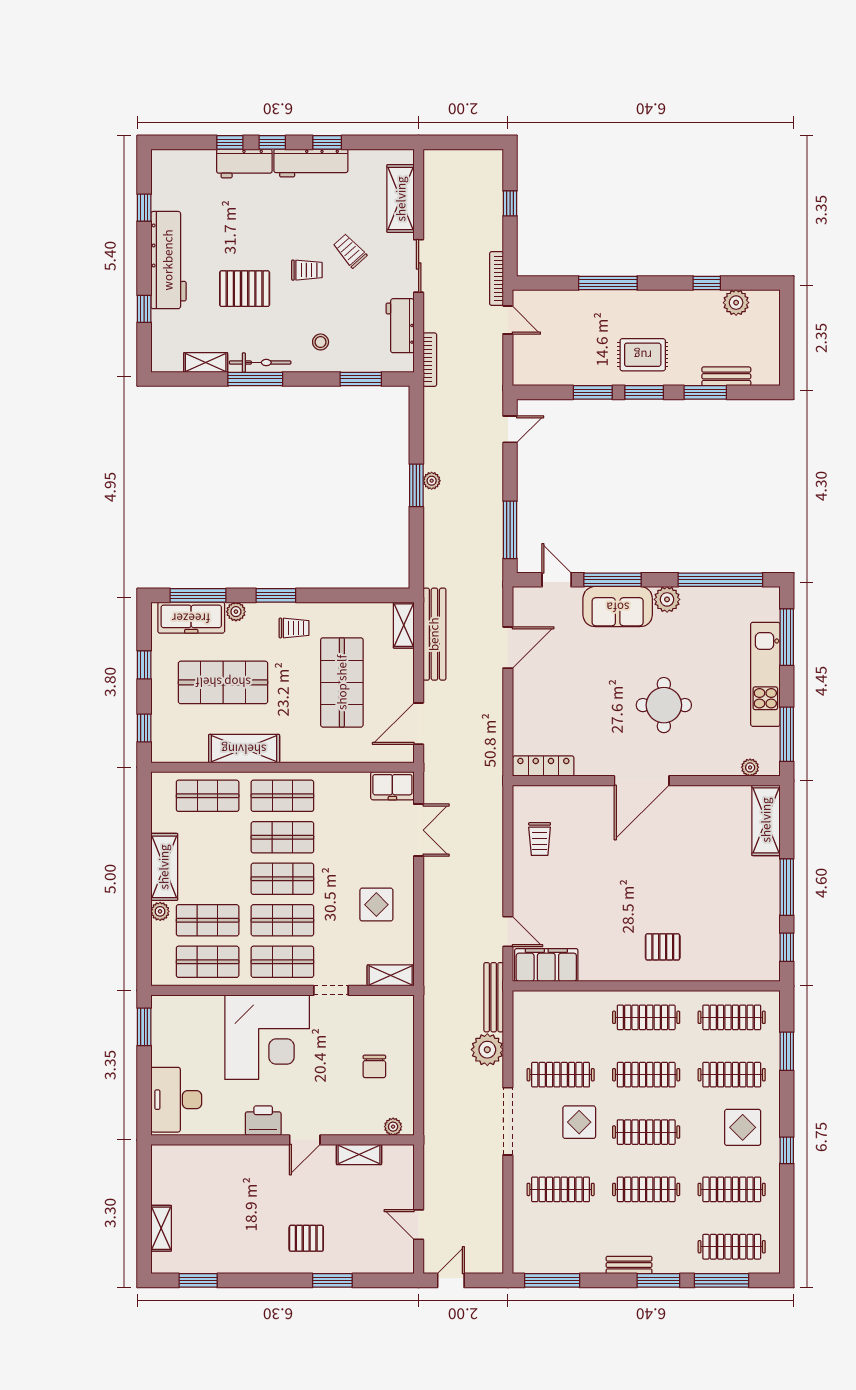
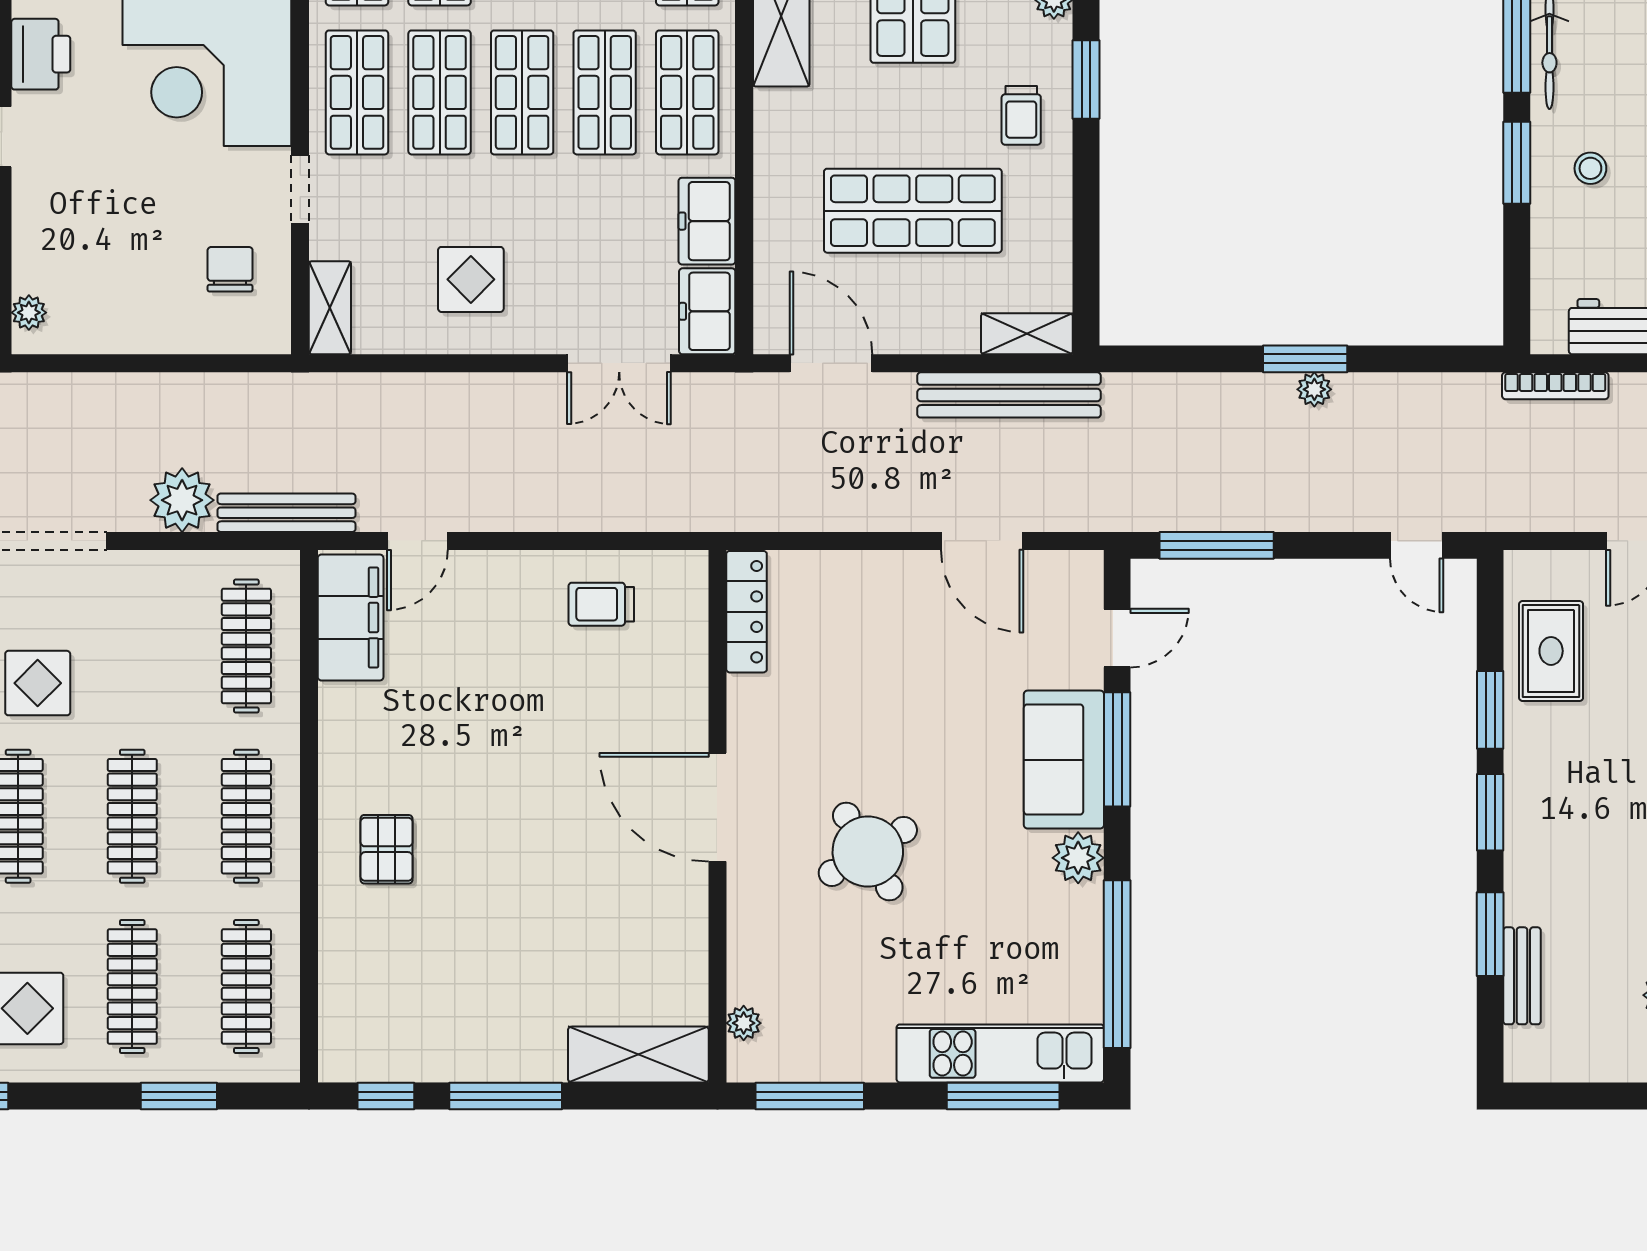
rug: (643, 355) -> (1551, 651), moved
window: (361, 379) -> (1517, 163), moved
kitchen unit: (765, 674) -> (1000, 1053), moved
round table: (664, 705) -> (868, 851), turned -31
freezer: (347, 786) -> (707, 221), added
chair: (374, 1066) -> (230, 269), moved, turned 90
clothes rail: (561, 1075) -> (246, 646), moved

